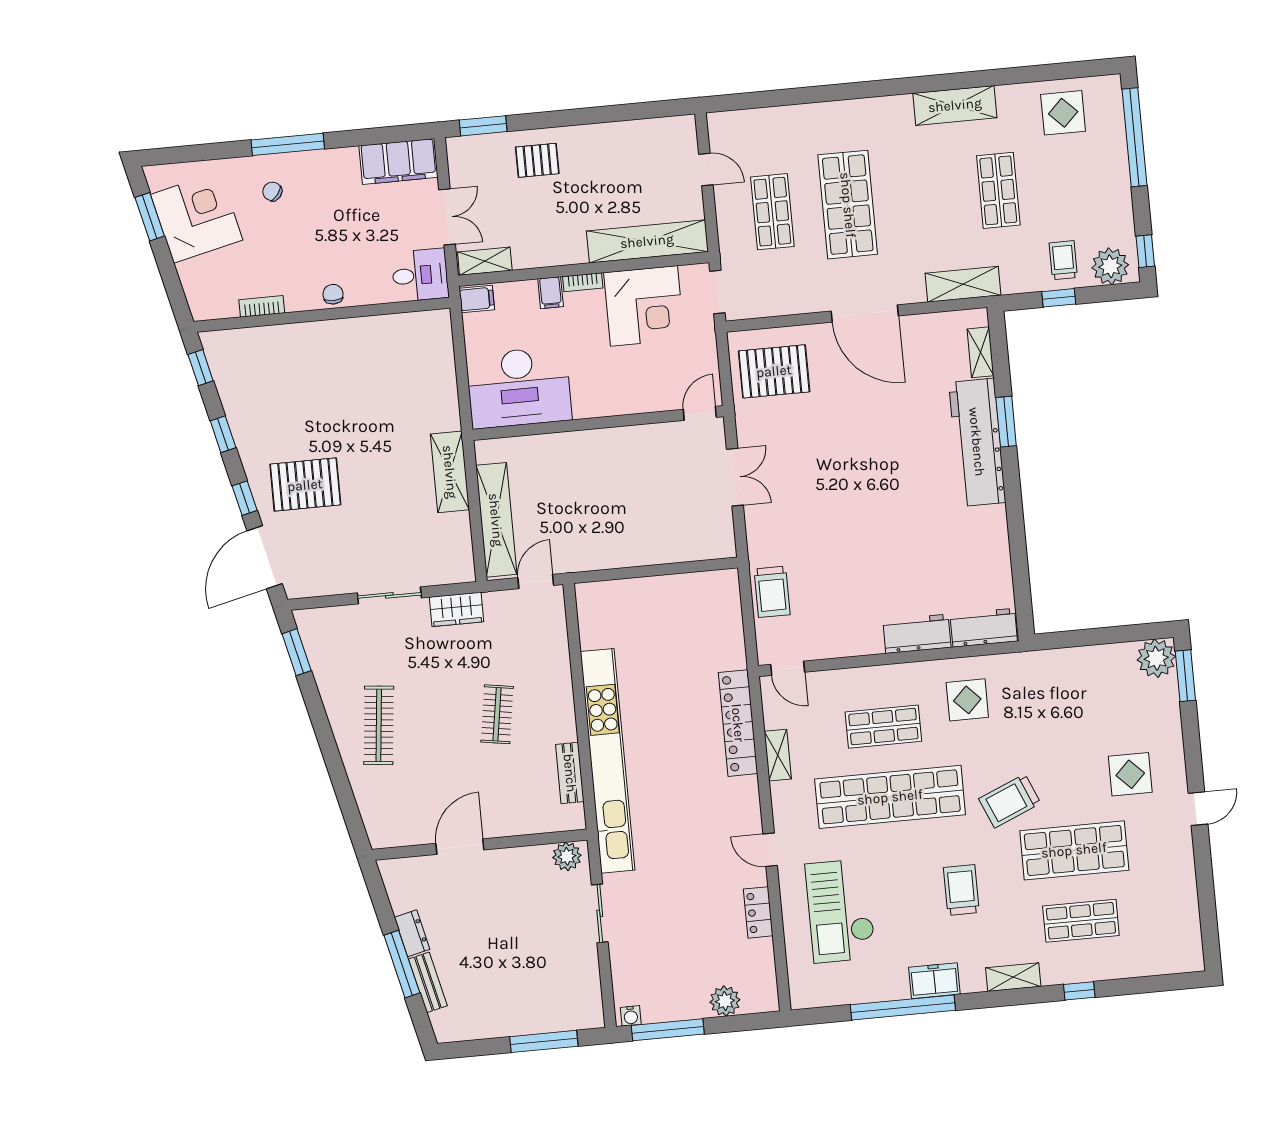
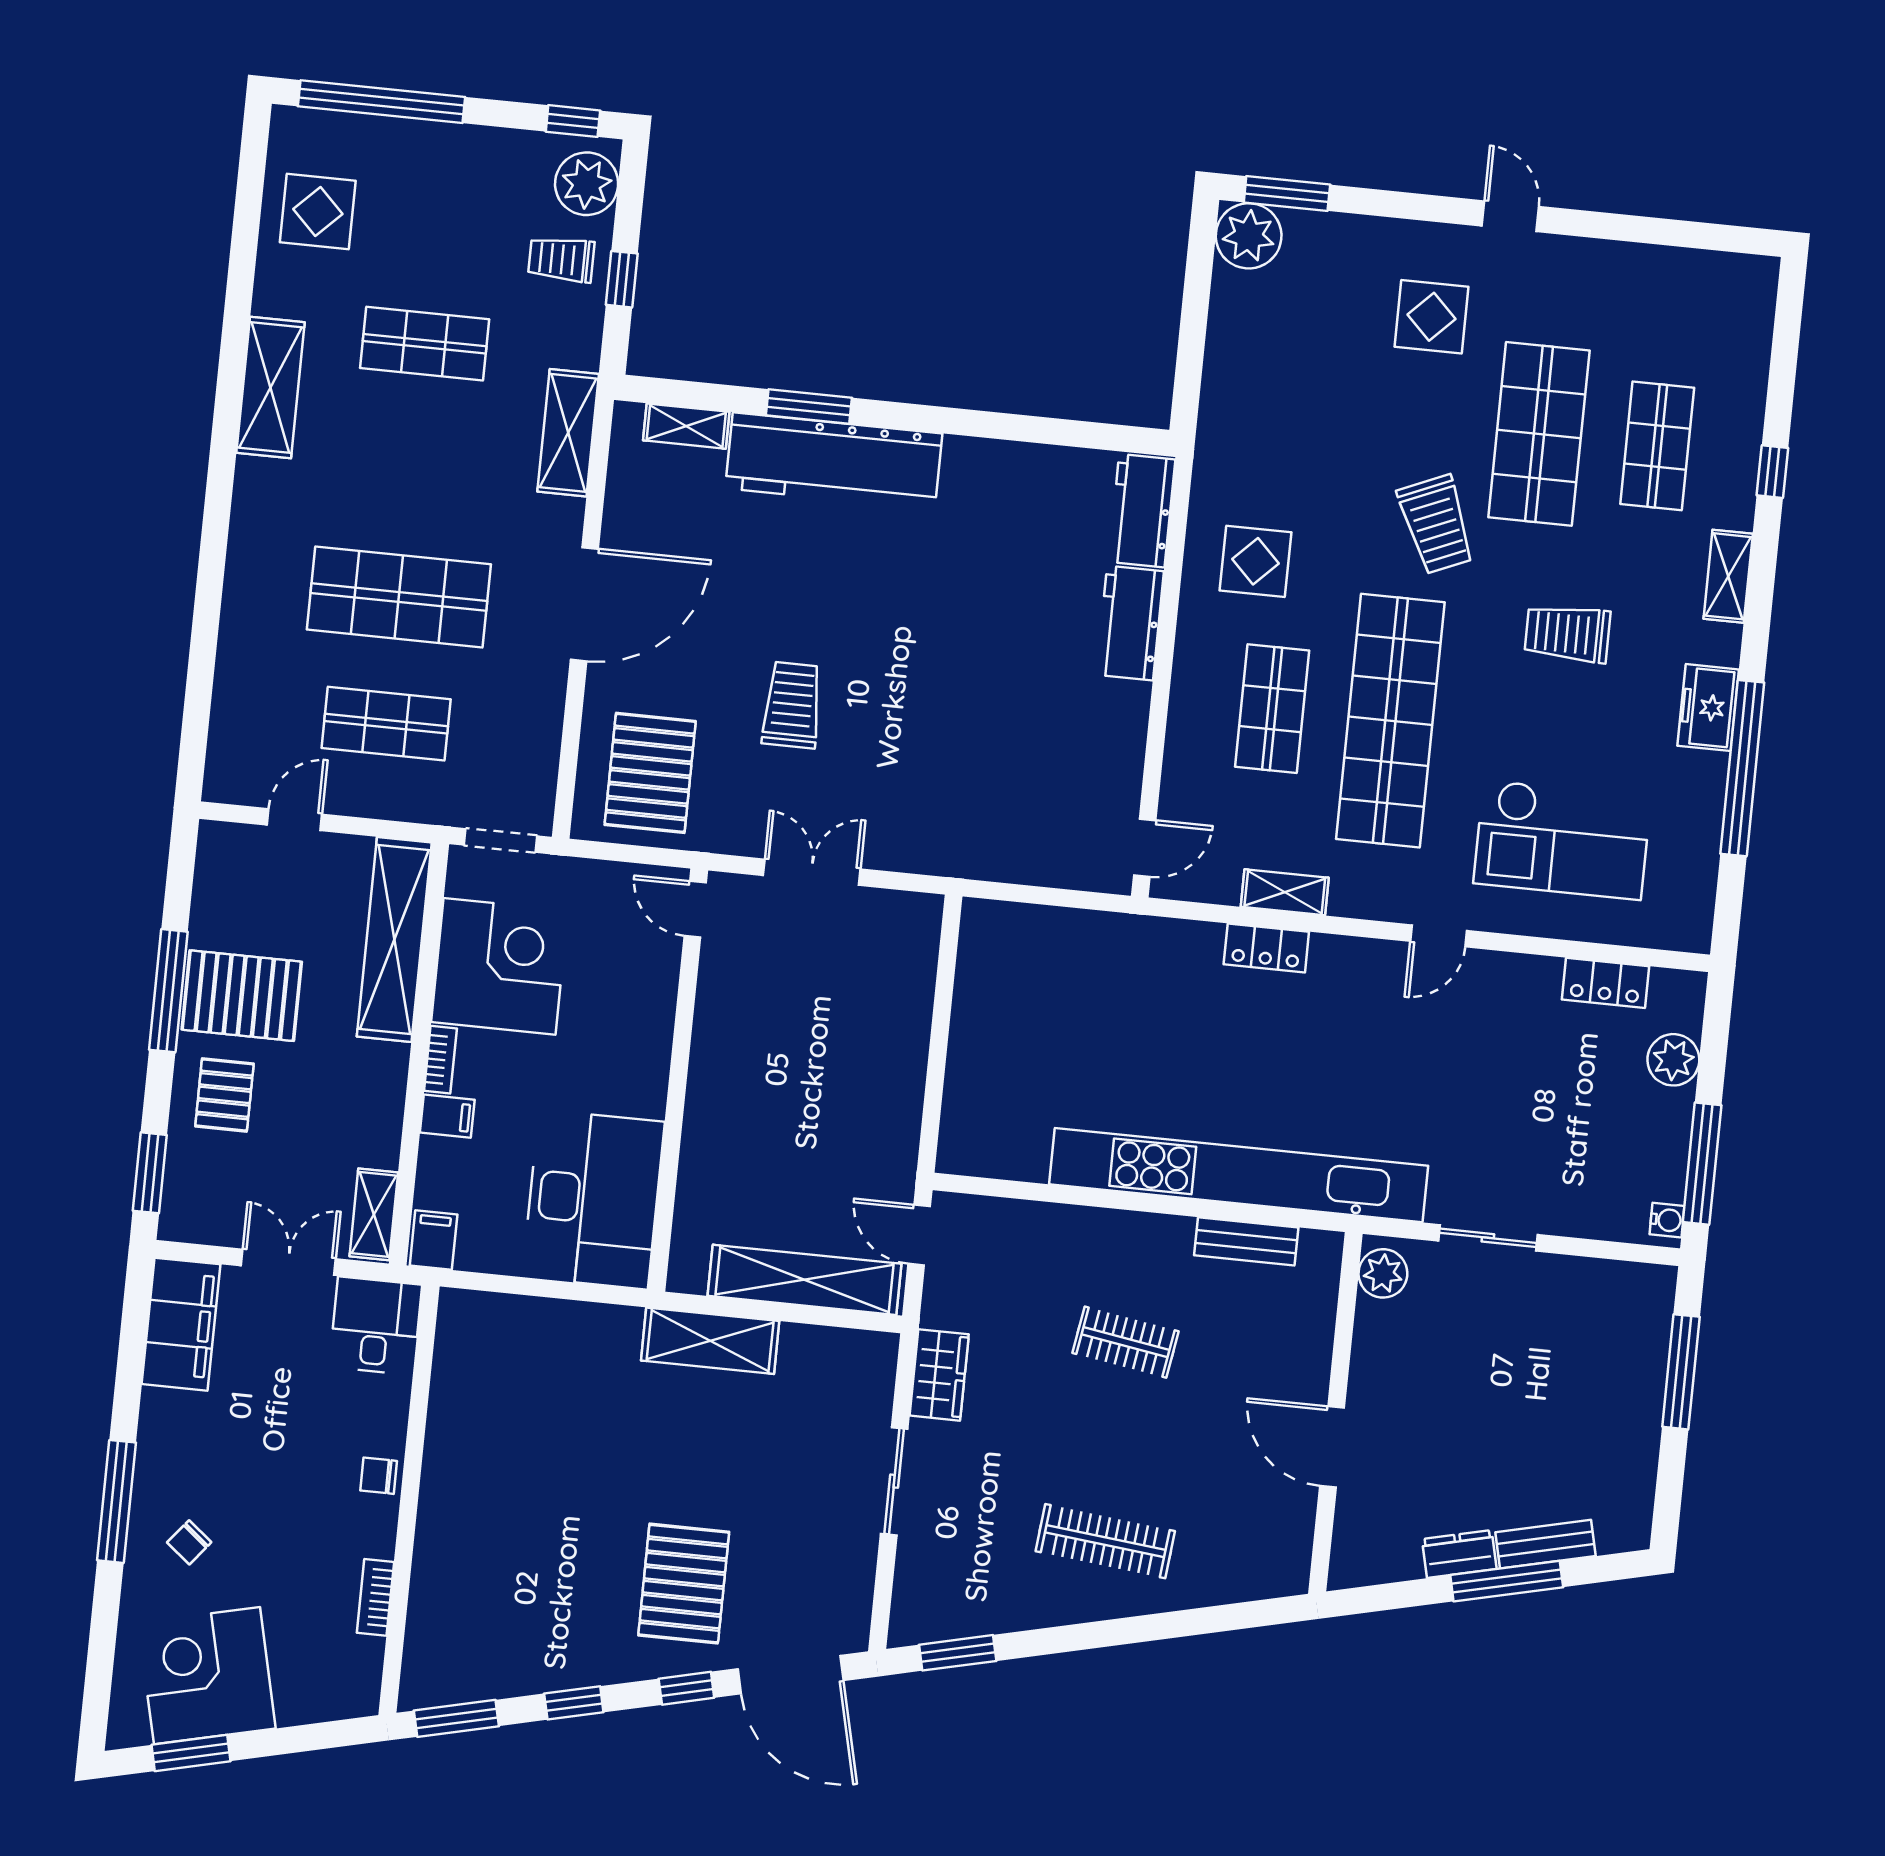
window: (592, 116) -> (168, 991), added
pallet: (597, 159) -> (242, 996), added
window: (201, 368) -> (456, 1718), width x1.50
trolley: (772, 592) -> (792, 705), moved, turned -90
locker: (738, 723) -> (1266, 948), width x0.46, depth x0.83
locker: (758, 912) -> (1605, 983), moved

